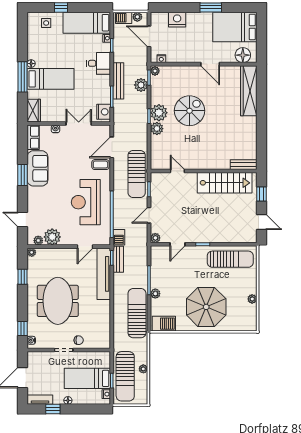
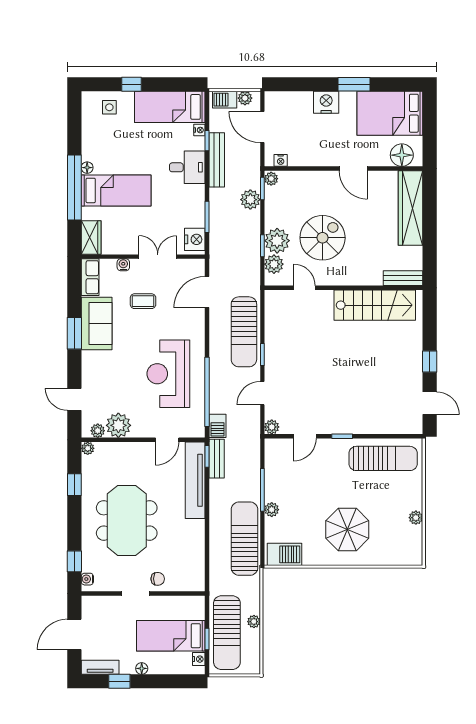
nightstand: (177, 20) -> (326, 102), moved
window: (23, 77) -> (74, 187), width x1.46
bench: (118, 81) -> (217, 160), moved
coffee table: (100, 165) -> (143, 301), moved
bench: (244, 165) -> (403, 278), moved
door: (177, 171) -> (304, 288), moved
wall: (204, 171) -> (344, 288), moved
stairs: (225, 183) -> (375, 305), moved
parasol: (206, 307) -> (347, 529), width x0.73, depth x0.73

